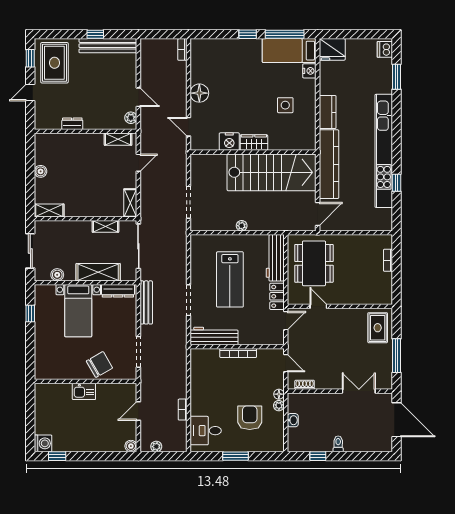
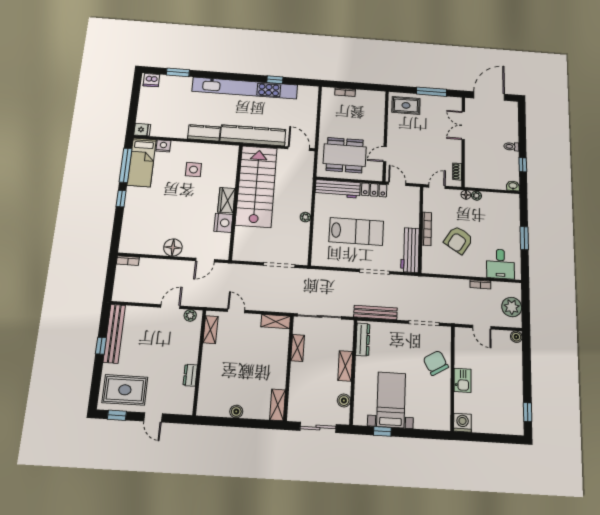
fridge: (332, 49) -> (142, 130), width x0.53, depth x0.75
shelving: (98, 272) -> (345, 366), width x0.67, depth x0.75
bed with nightstands: (78, 311) -> (391, 400), moved, turned -90
armchair: (250, 418) -> (458, 240), moved, turned -58
washbasin: (293, 420) -> (513, 186), moved
washing machine: (43, 443) -> (463, 423), moved
plant: (156, 447) -> (512, 307), width x1.88, depth x1.88

